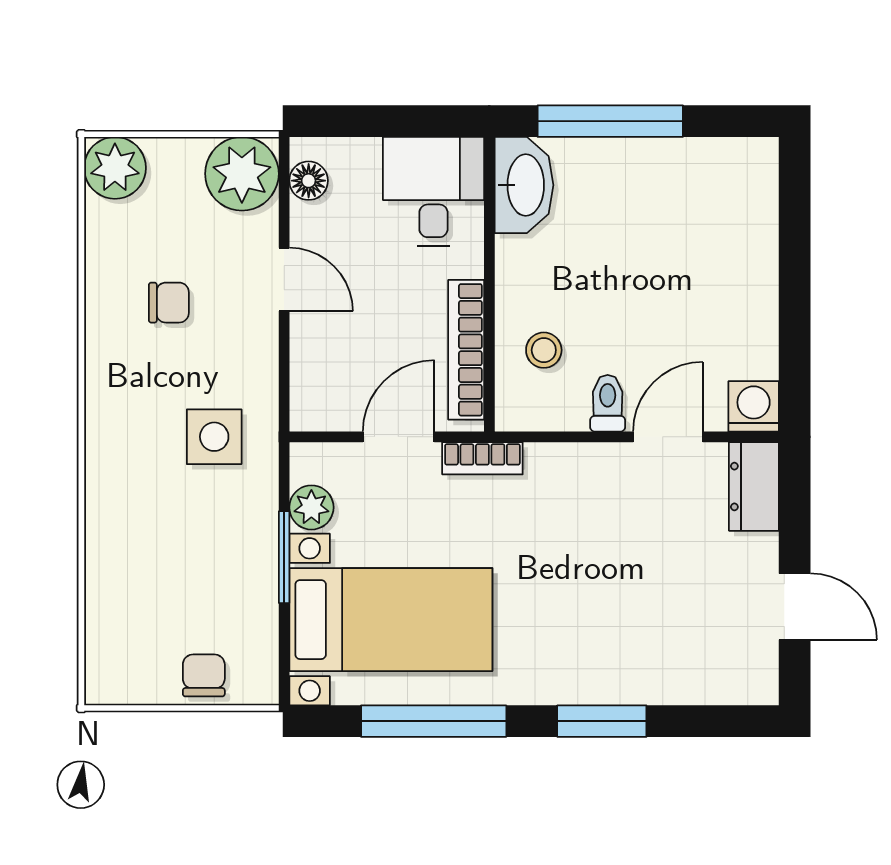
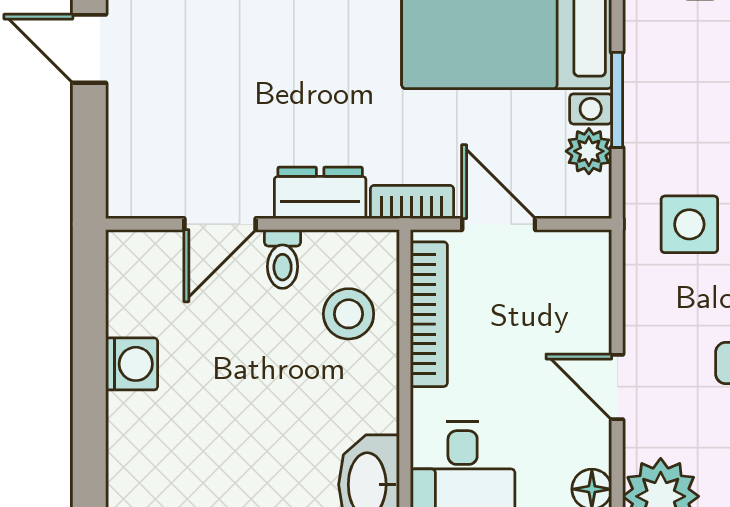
stool: (544, 350) -> (349, 314), width x1.37, depth x1.37
washing machine: (754, 406) -> (132, 364), moved, turned -90
door: (399, 437) -> (499, 224), swing flipped
dresser: (754, 487) -> (320, 193), moved, turned -90

